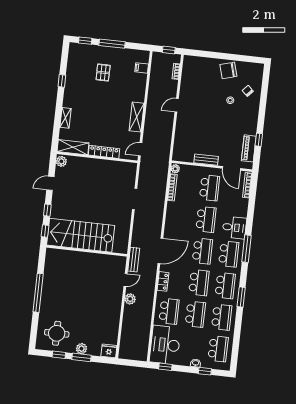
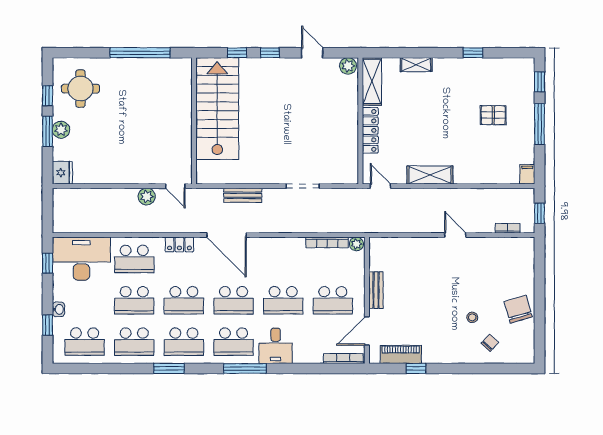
filing cabinet: (142, 68) -> (527, 174), moved
stairs: (81, 235) -> (217, 109), moved
wall: (87, 251) -> (194, 121), moved
bench: (134, 260) -> (243, 195), moved

